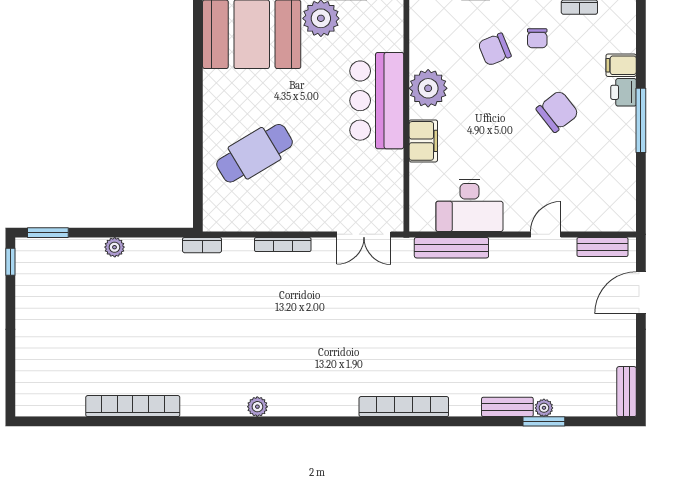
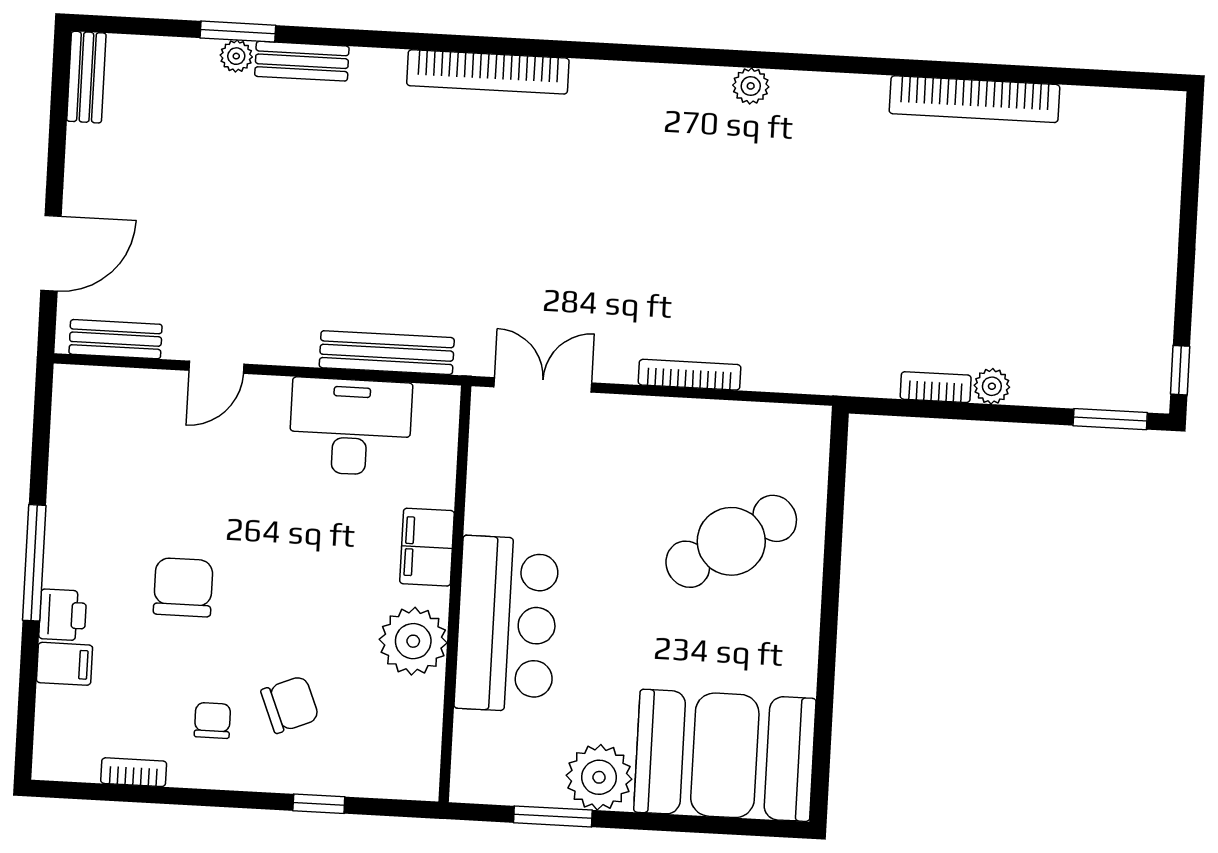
chair: (557, 111) -> (183, 587), turned 128
bookcase: (202, 245) -> (936, 387), moved

